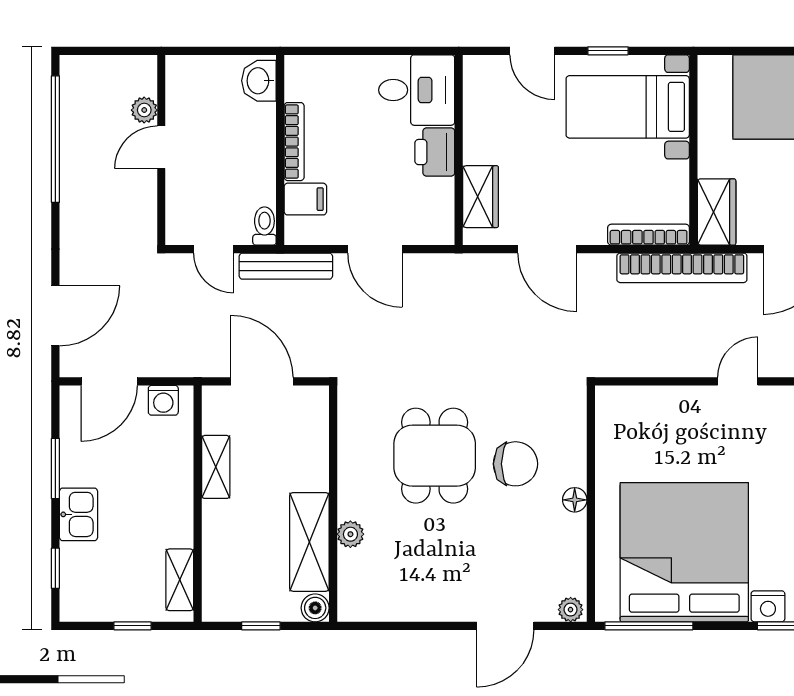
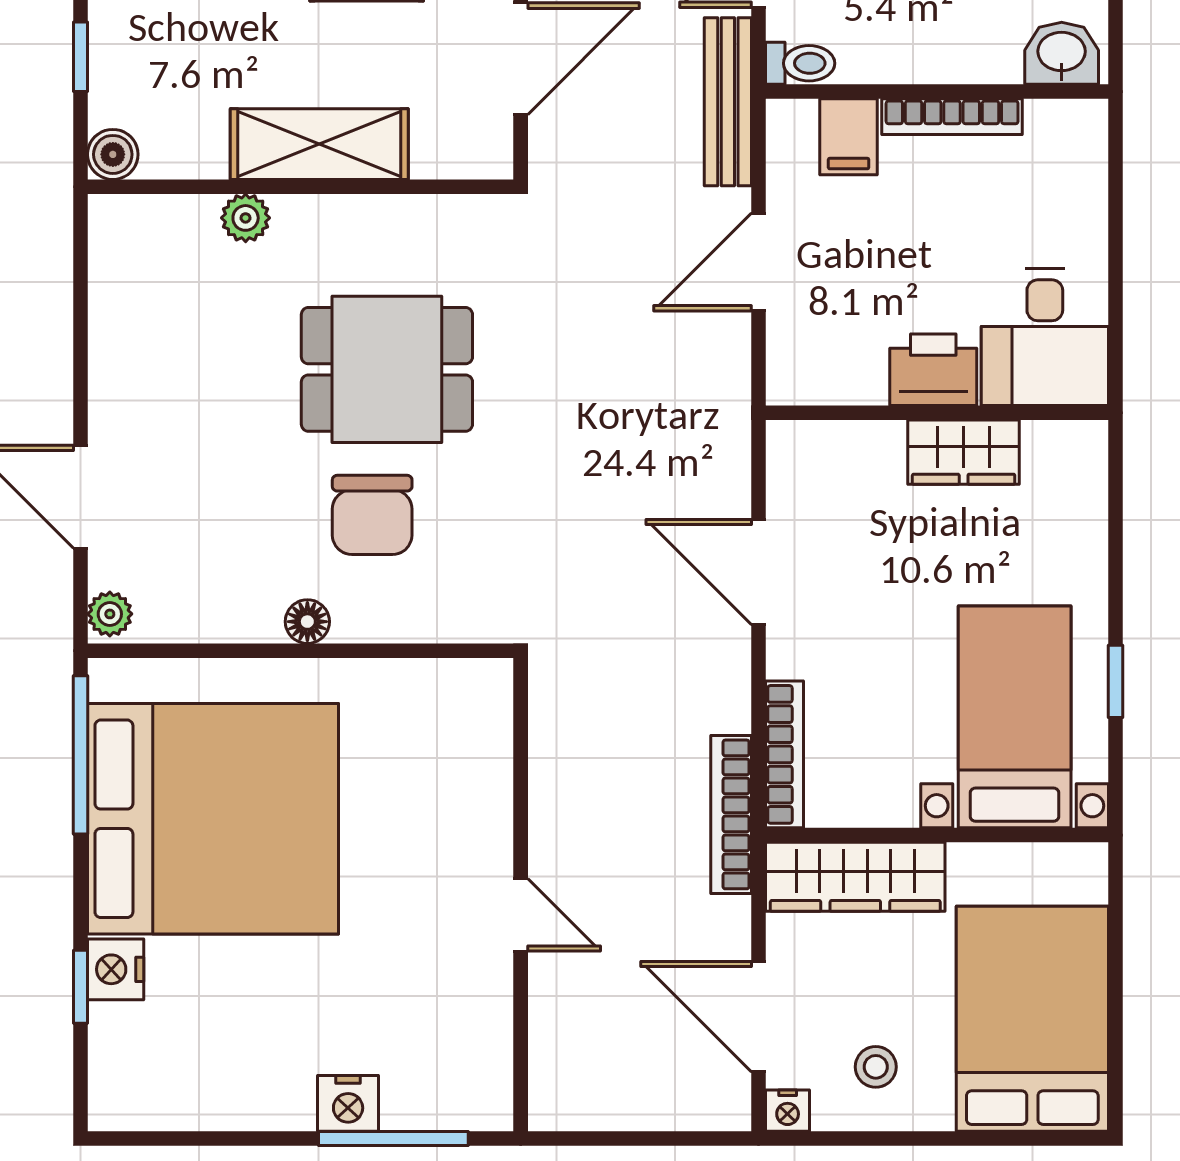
door: (532, 51) -> (1115, 546), removed
wardrobe: (481, 197) -> (964, 452), moved
wardrobe: (717, 212) -> (855, 877), width x1.50
door: (547, 249) -> (759, 572), hinge flipped
bookcase: (682, 268) -> (731, 814), width x0.68, depth x0.76
shelving: (309, 542) -> (319, 144), moved

